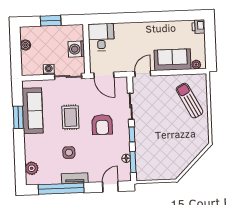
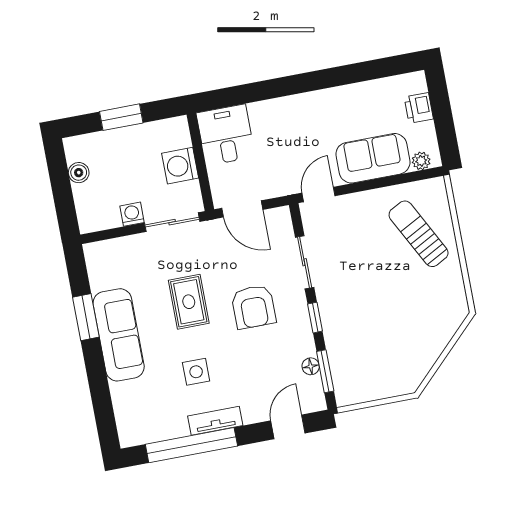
printer: (199, 27) -> (419, 108), moved
sofa: (32, 111) -> (119, 335), moved
plant: (32, 168) -> (127, 414), removed

